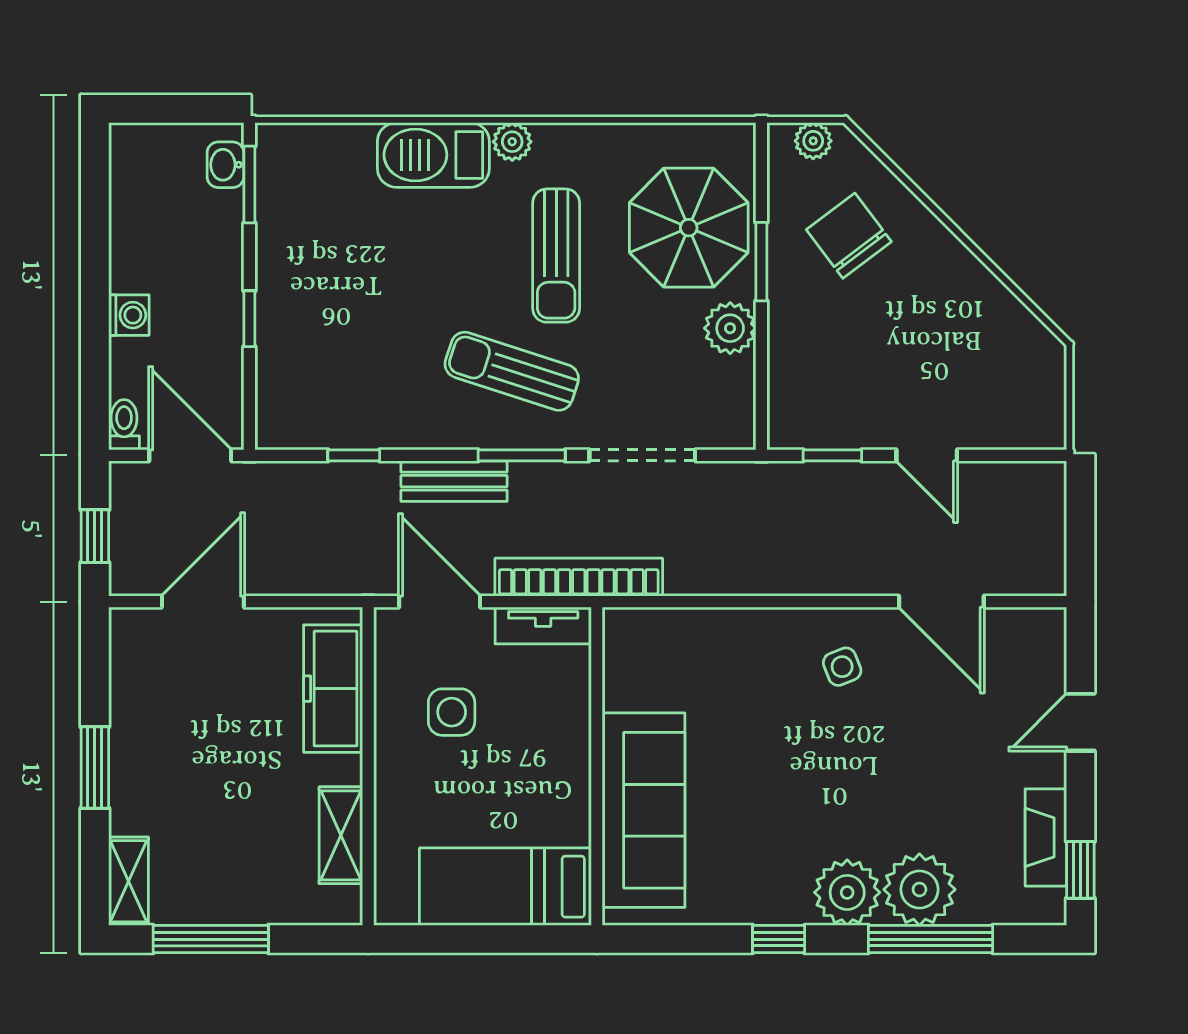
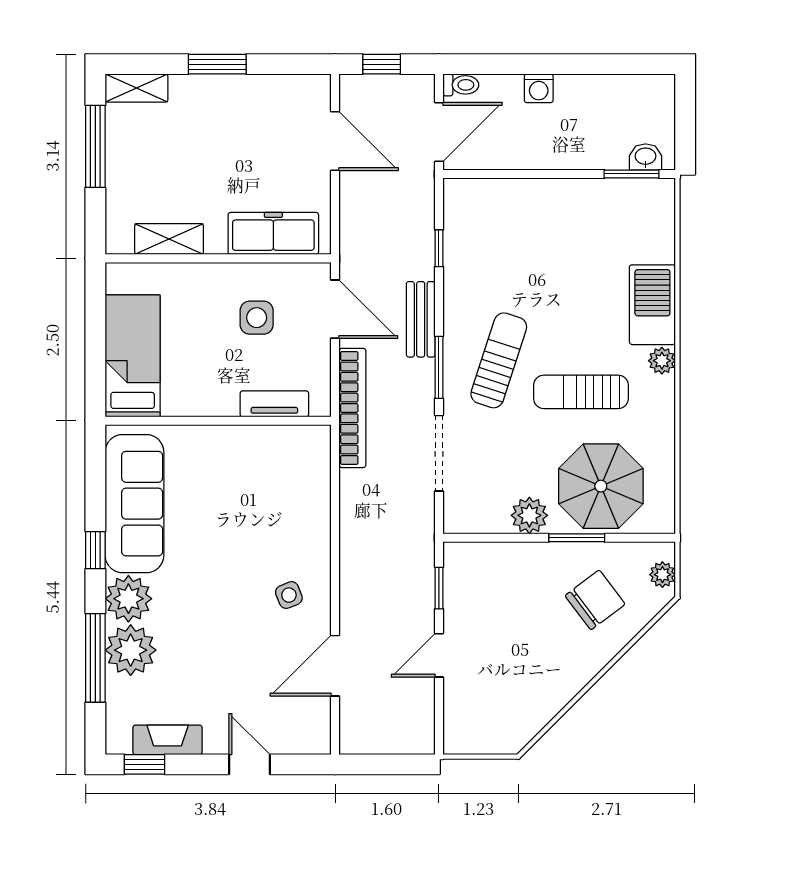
window: (249, 319) -> (536, 174), removed
door: (440, 602) -> (335, 309), hinge flipped
tv unit: (543, 626) -> (274, 404), moved, turned 90
sofa: (644, 810) -> (134, 504), moved, turned -90

